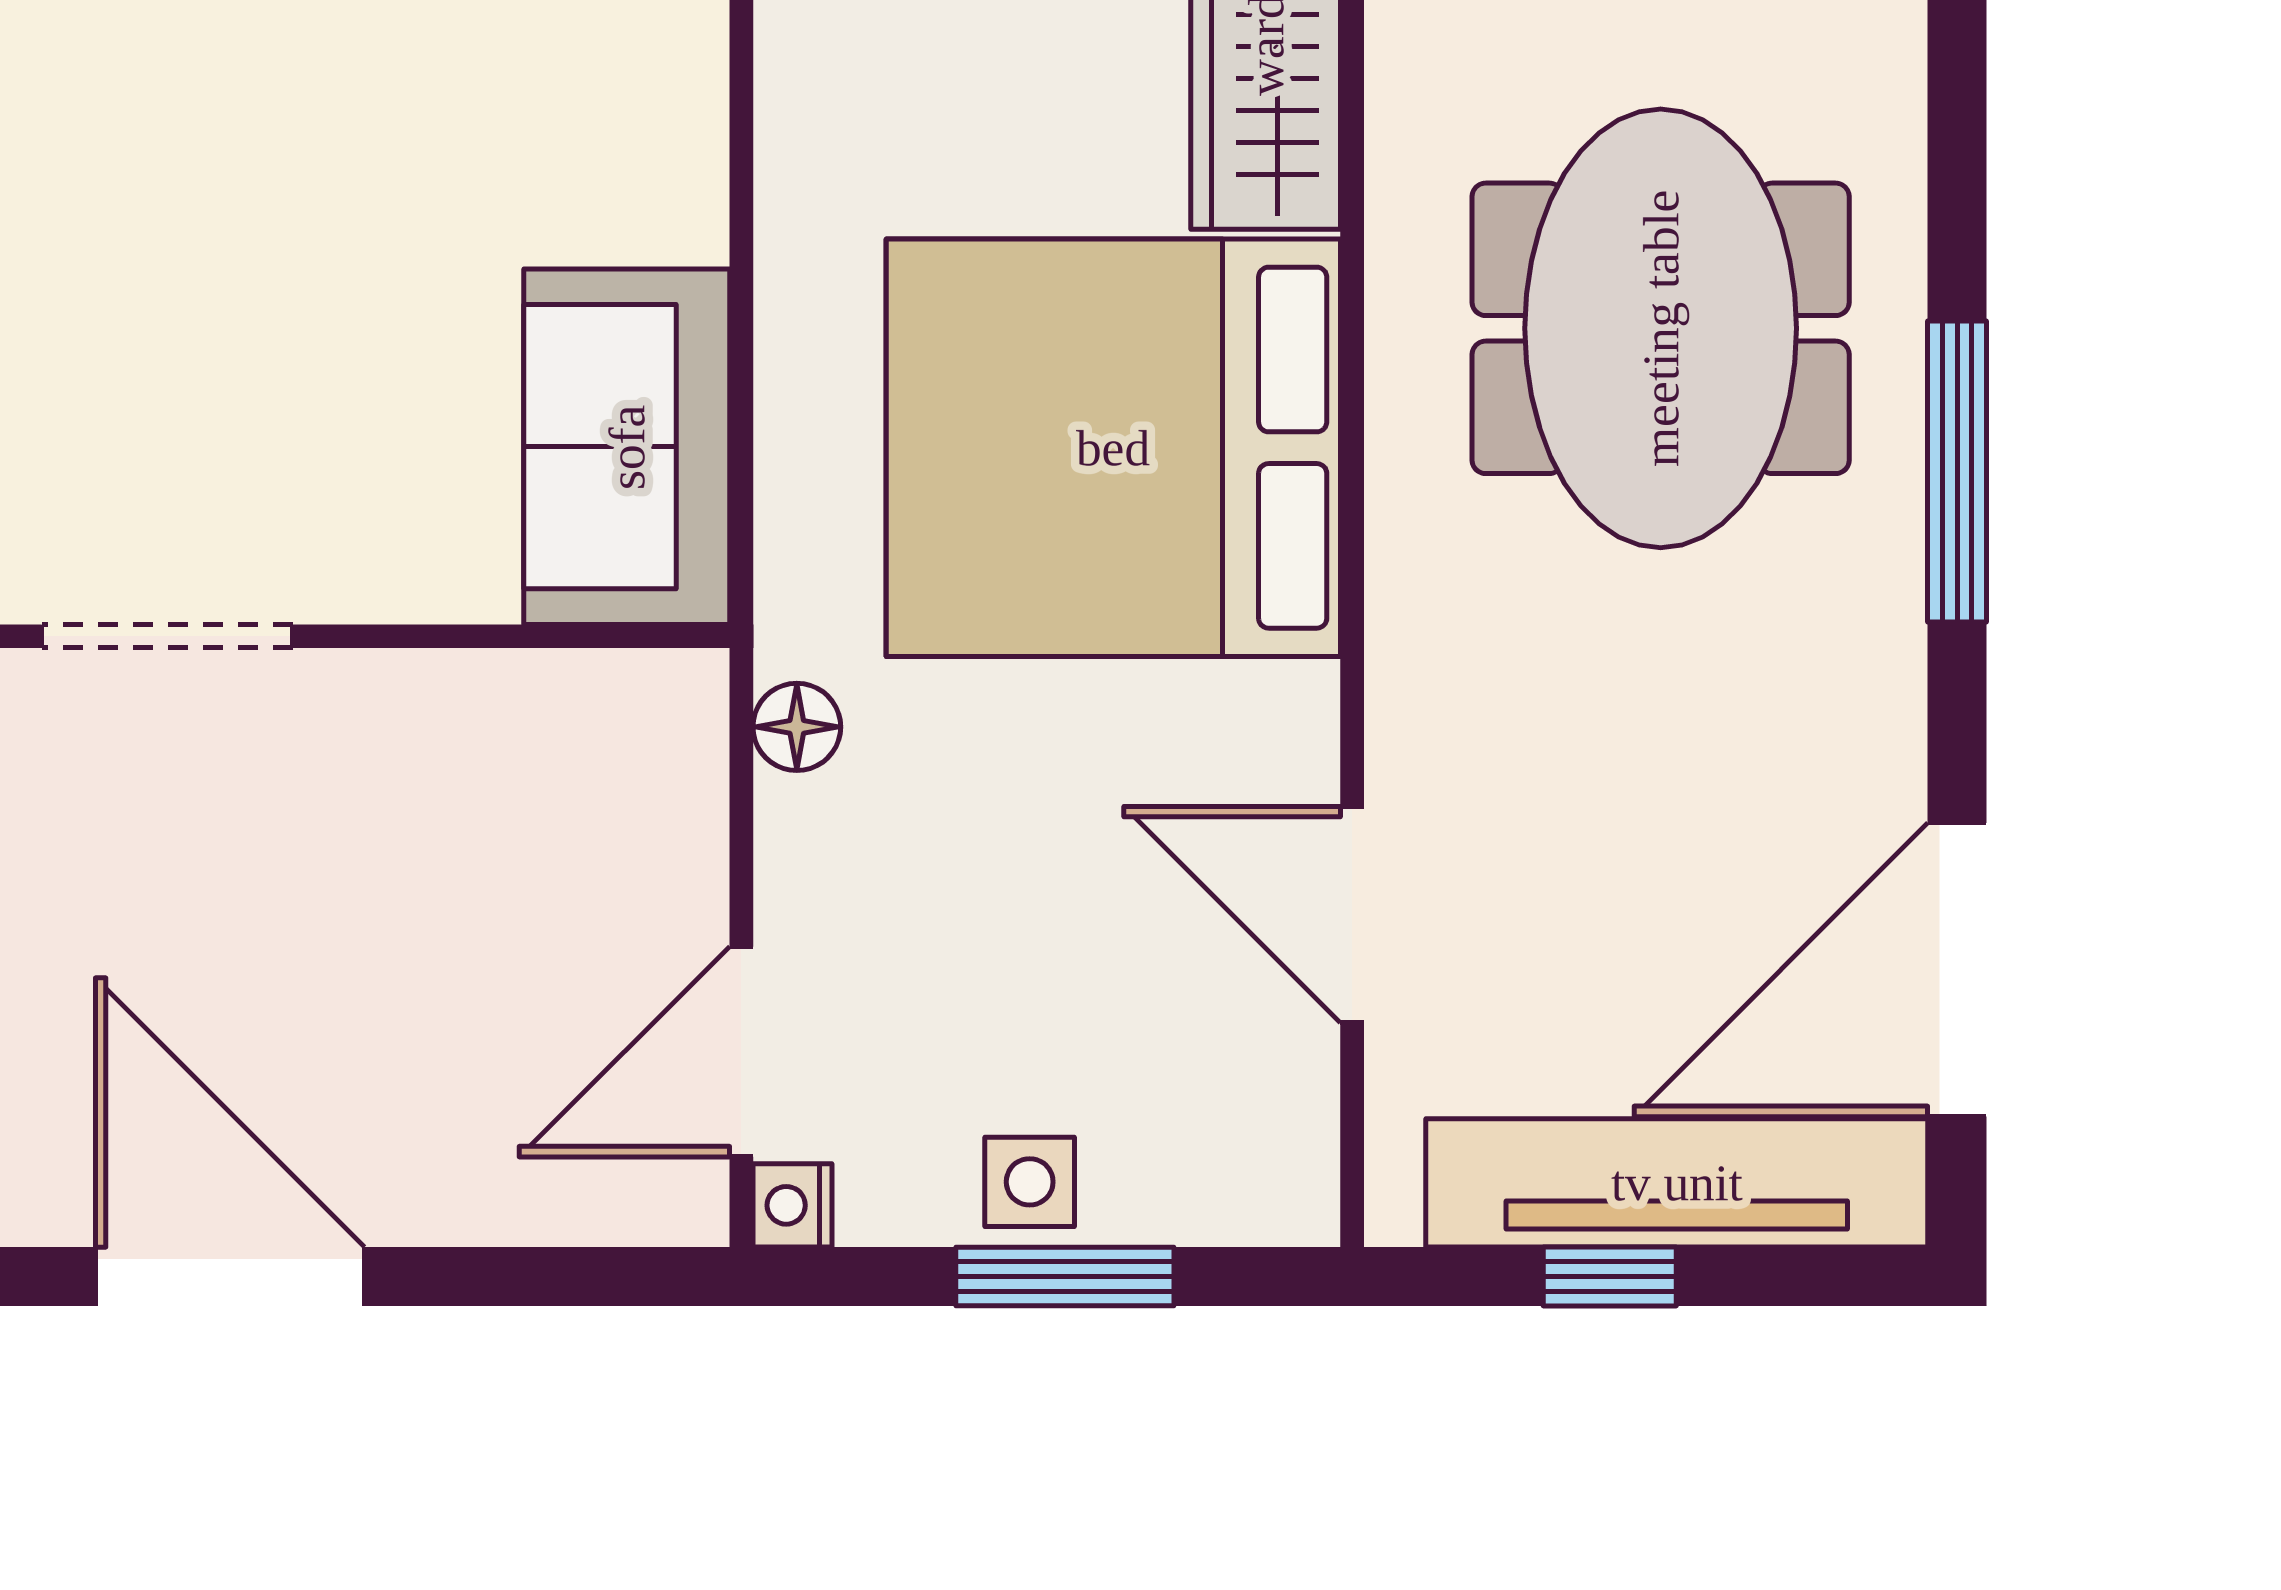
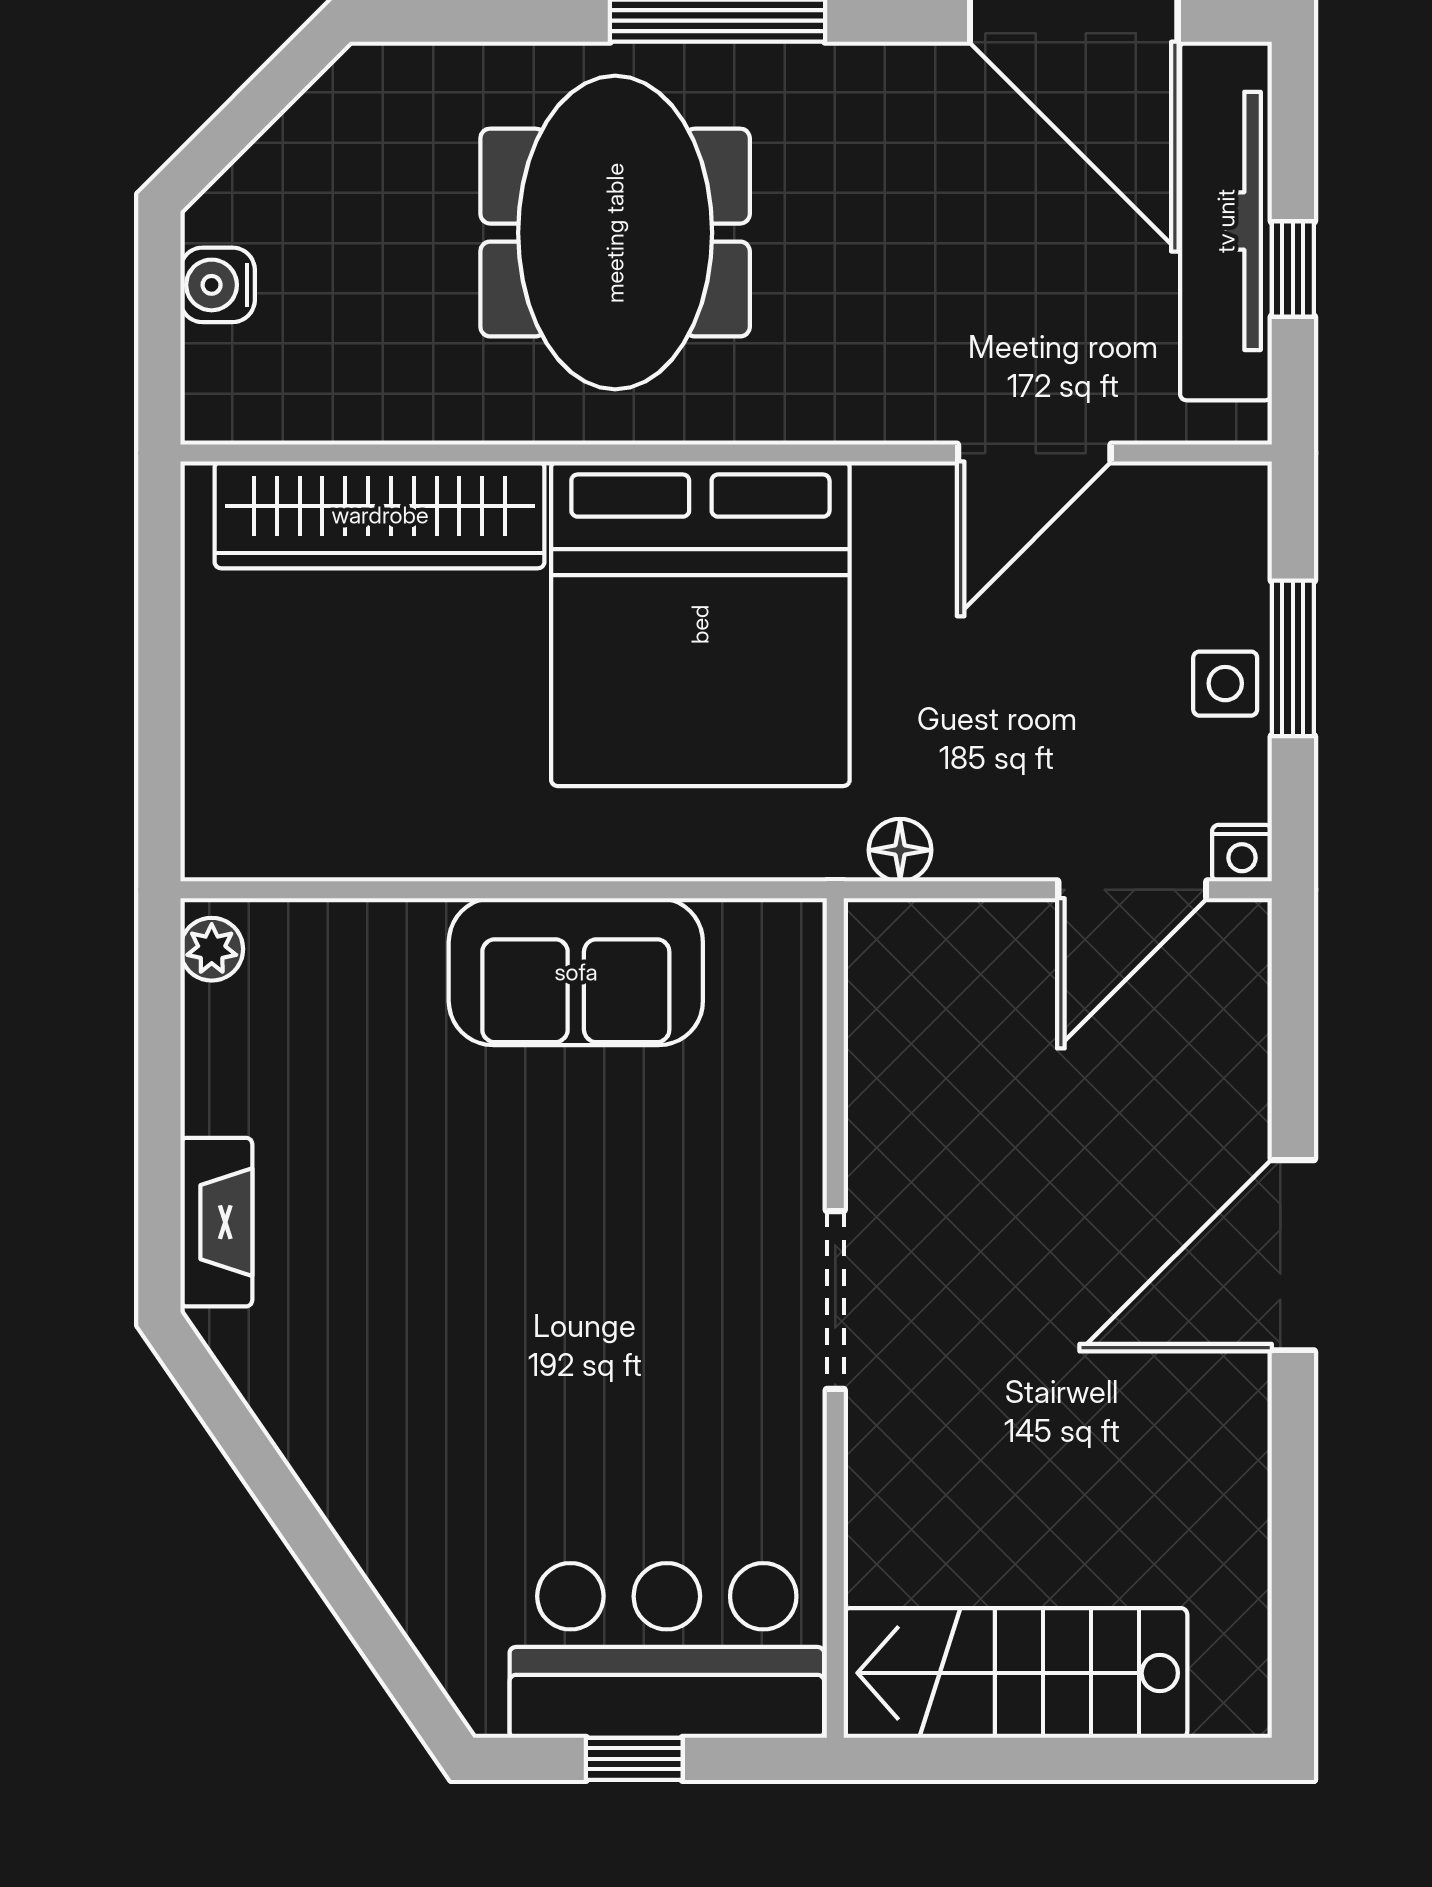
meeting table: (1661, 328) -> (615, 233), turned 90
sofa: (627, 447) -> (576, 972), moved
door: (741, 1052) -> (1132, 890), hinge flipped

